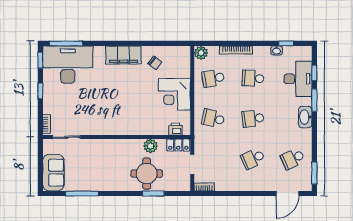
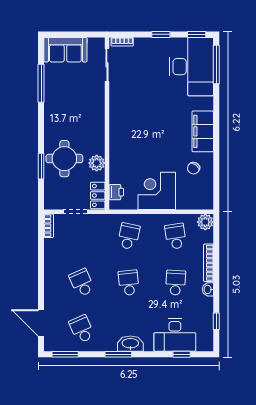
washbasin: (277, 51) -> (208, 289), moved
window: (314, 100) -> (118, 354), moved

